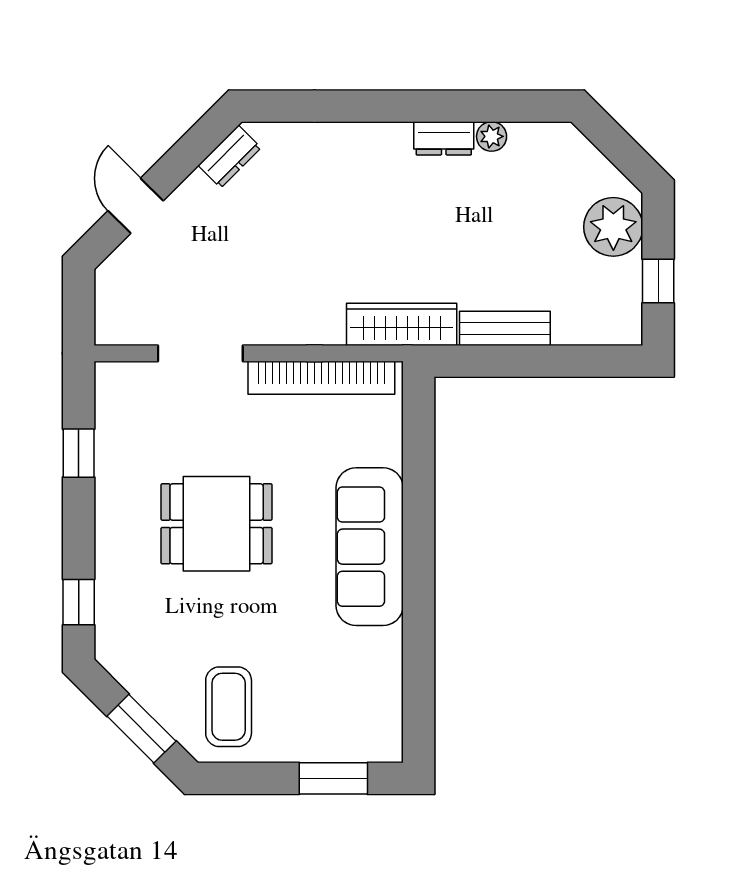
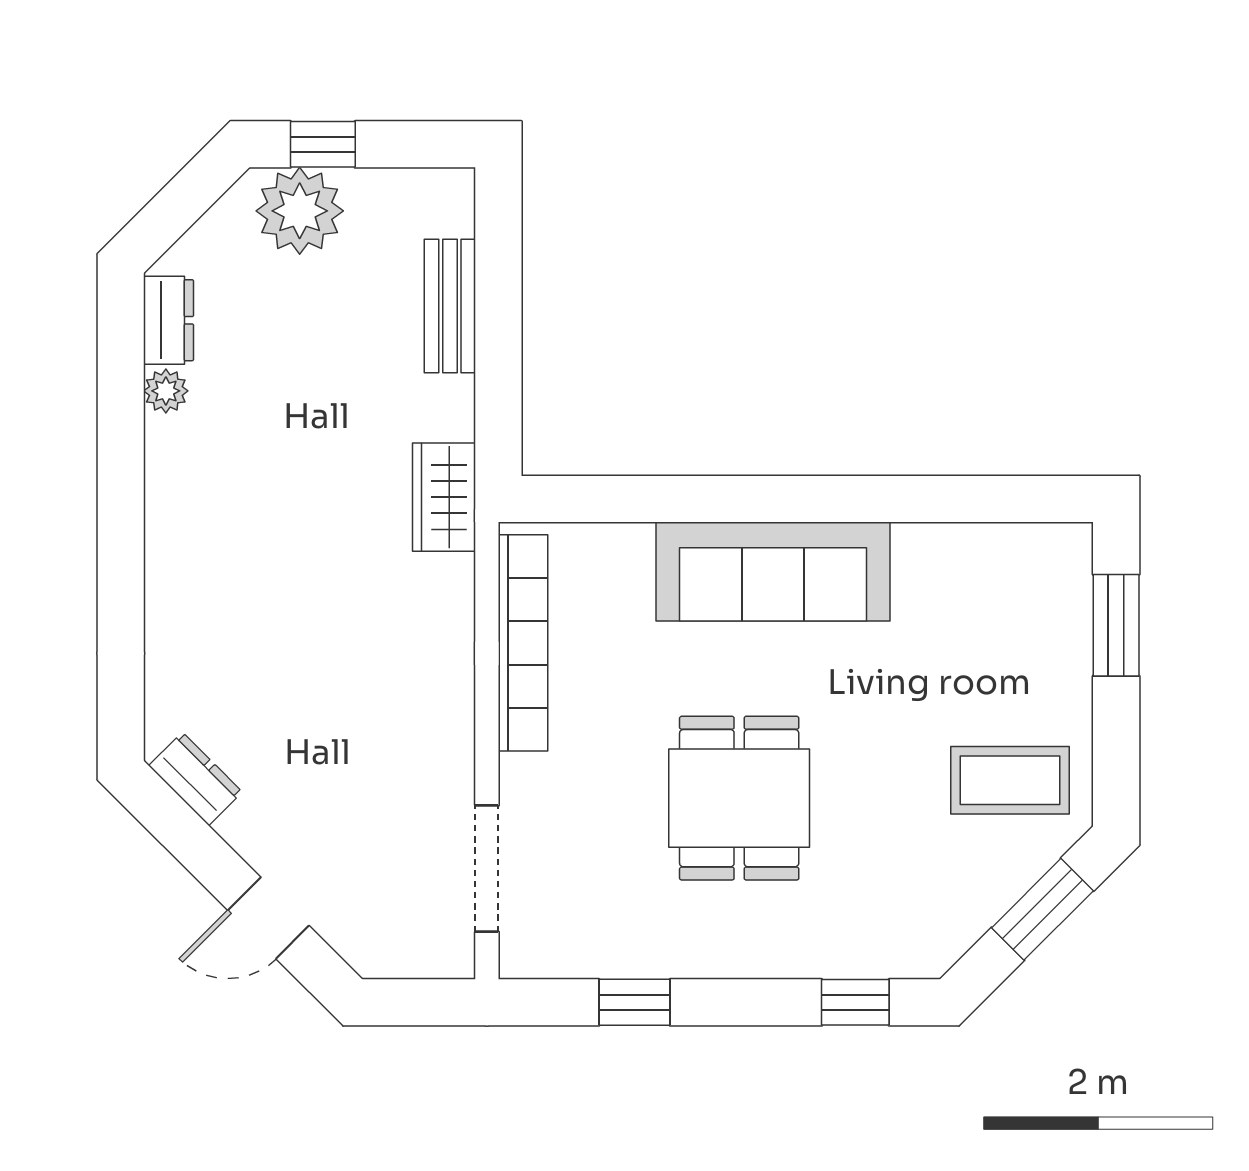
dresser: (444, 138) -> (169, 320), moved
window: (658, 281) -> (323, 144), moved
wardrobe: (402, 324) -> (444, 497), width x0.67
bench: (505, 328) -> (450, 306), moved
doorway: (200, 353) -> (487, 869), moved

